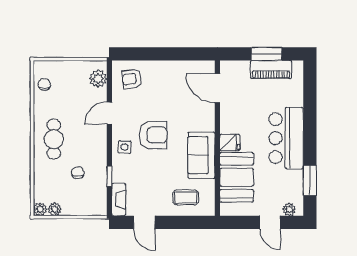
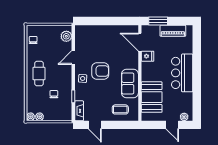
window: (267, 54) -> (158, 21), moved
armchair: (132, 79) -> (87, 36), removed
fridge: (230, 143) -> (147, 56), moved
window: (310, 180) -> (197, 99), removed

